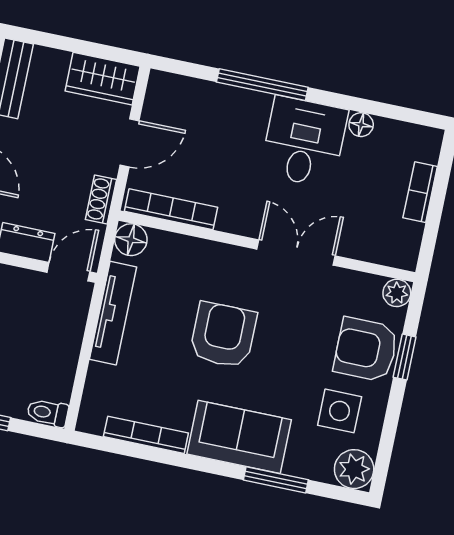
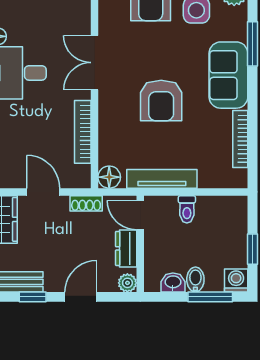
bookcase: (171, 209) -> (83, 132), moved
armchair: (223, 335) -> (161, 101), turned -90
toilet: (48, 413) -> (187, 209), moved

